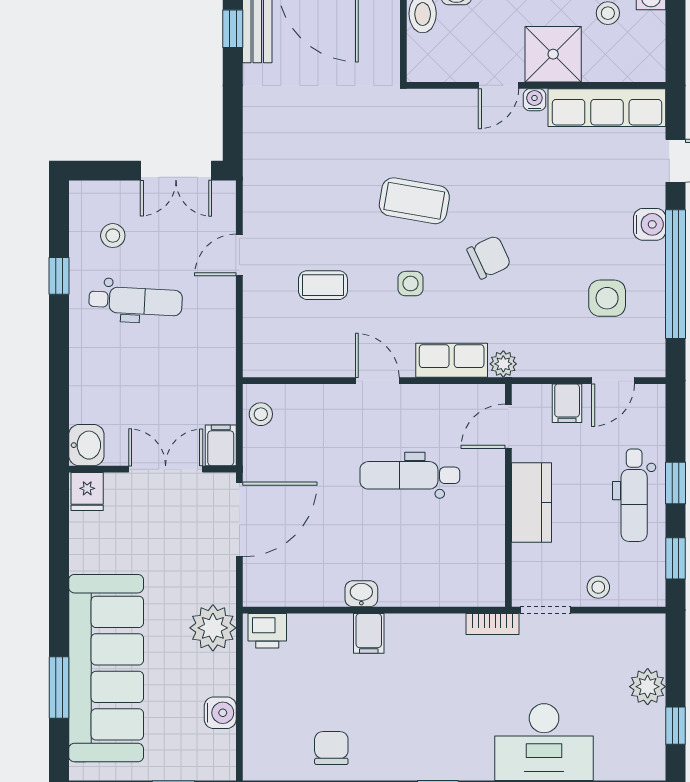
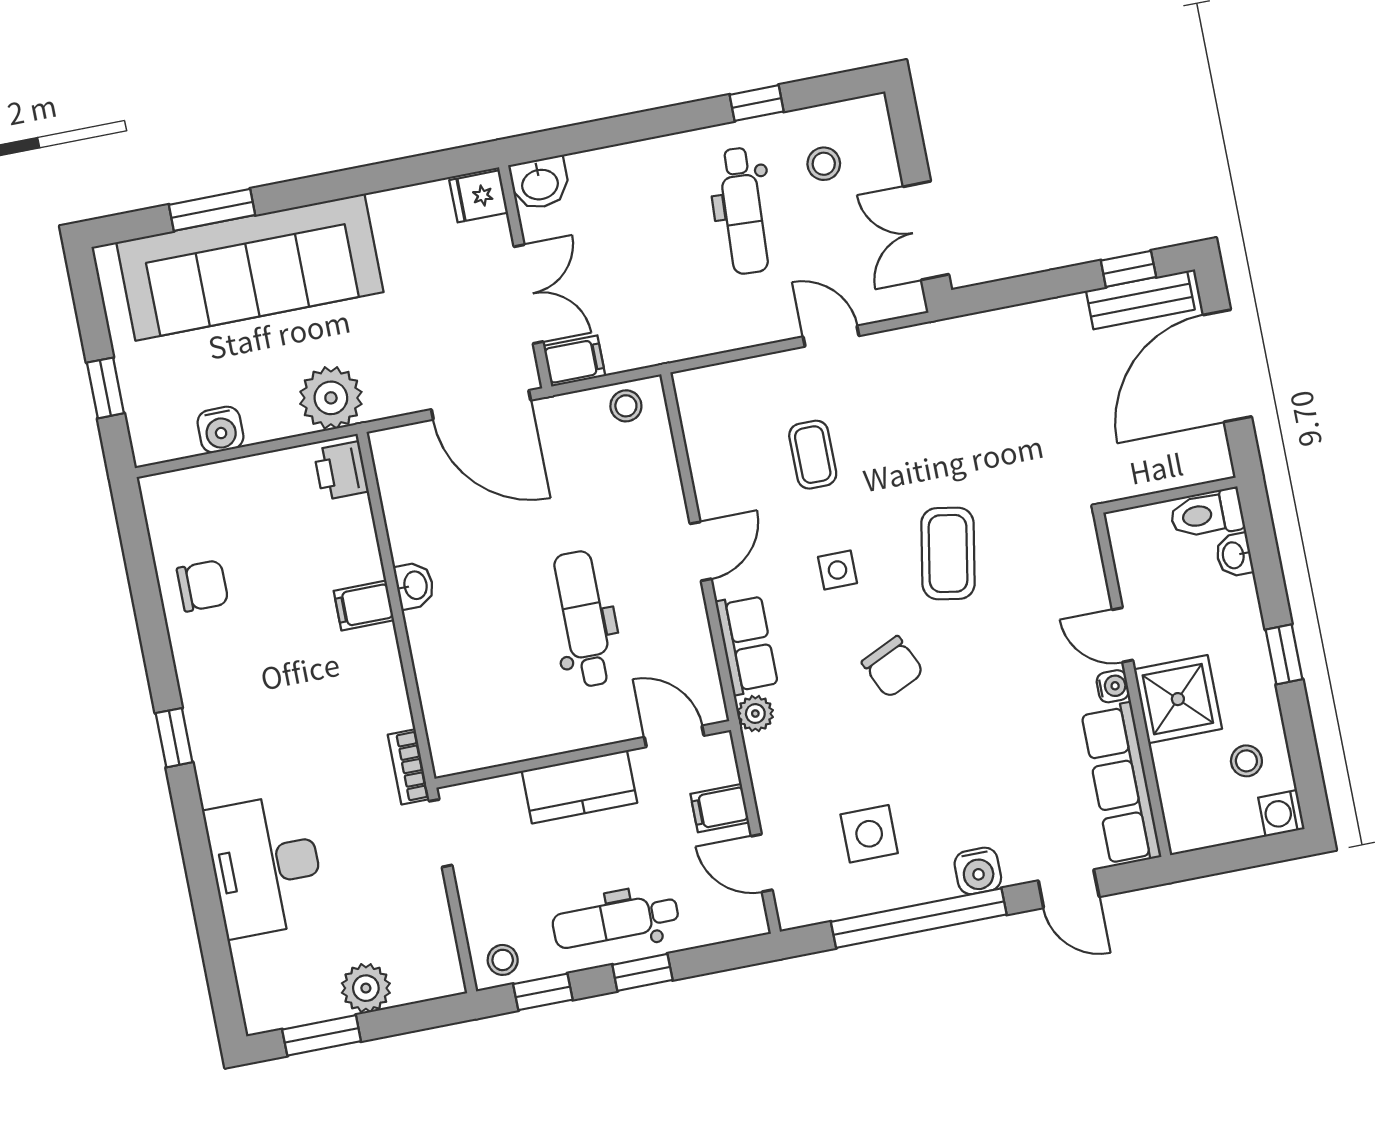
stool: (598, 587) -> (503, 960), moved
window: (676, 726) -> (322, 1035), width x1.50

